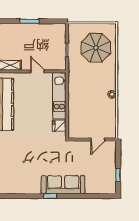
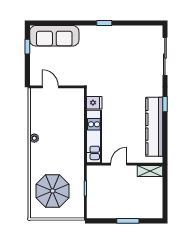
door: (37, 71) -> (119, 164), swing flipped
door: (98, 140) -> (50, 87), hinge flipped
sofa: (63, 185) -> (54, 36), moved

